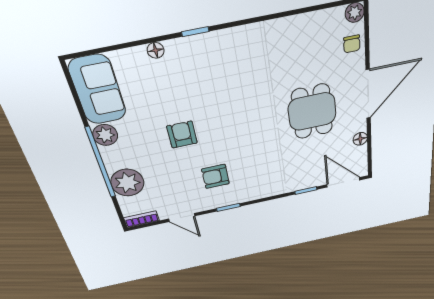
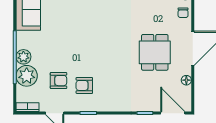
plant: (105, 135) -> (23, 57), moved
armchair: (182, 135) -> (58, 81), moved, turned 90

